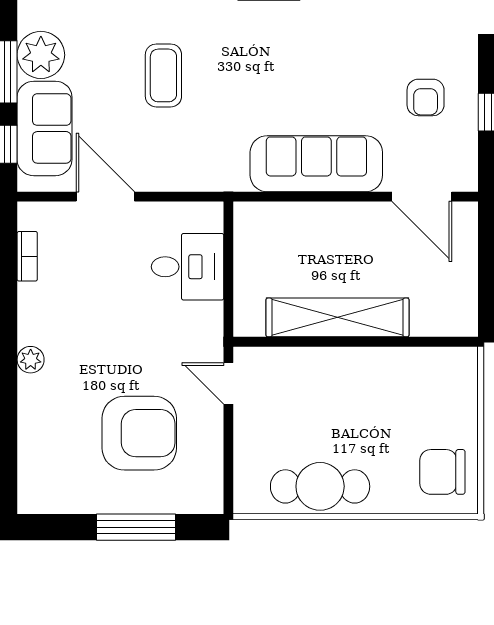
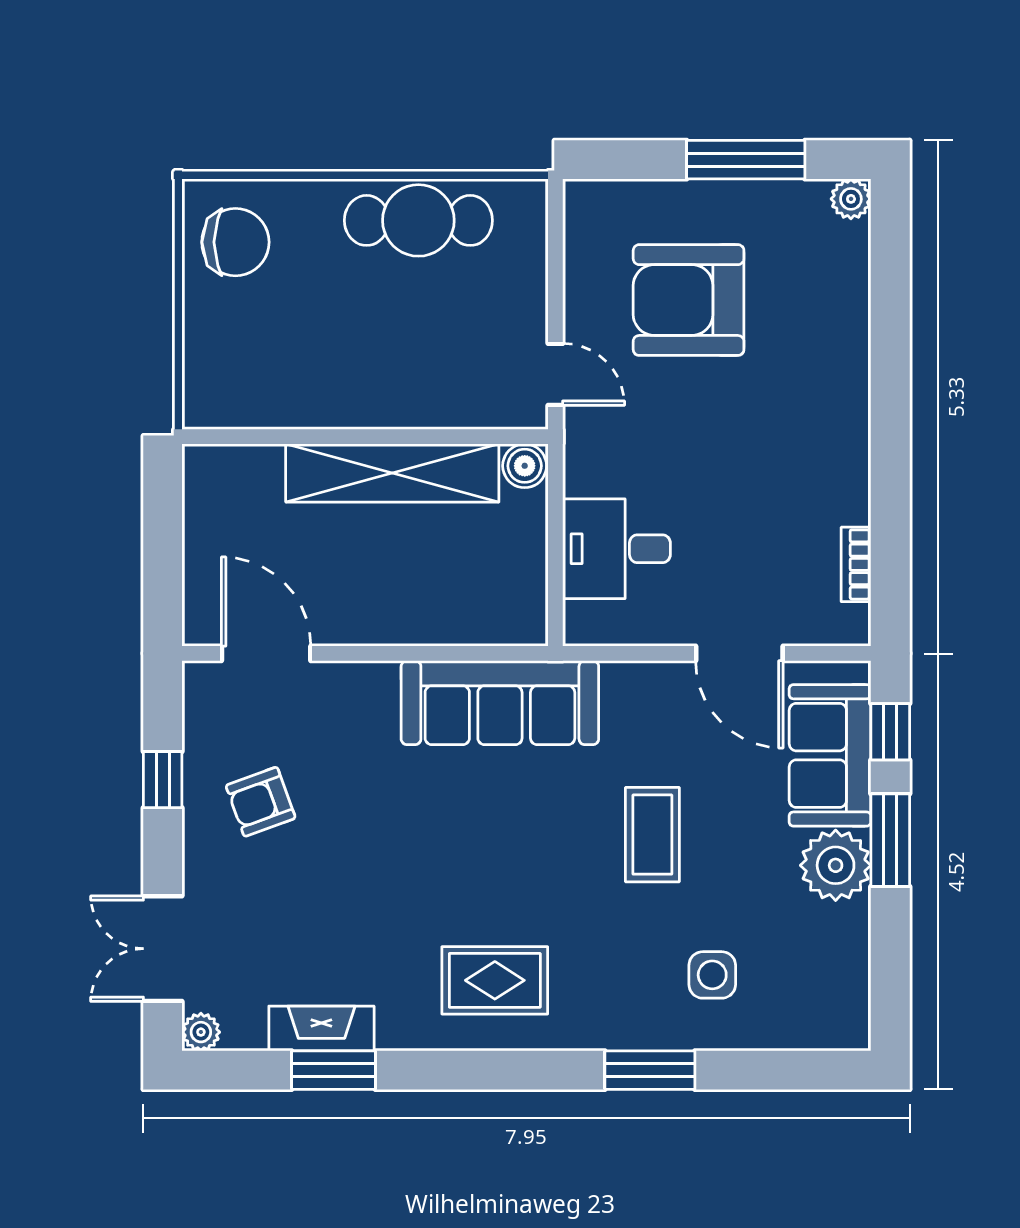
armchair: (426, 97) -> (261, 802), turned -110
sofa: (316, 164) -> (500, 703), moved
boiler: (249, 322) -> (525, 466), added
plant: (31, 360) -> (851, 199), moved
window: (136, 527) -> (746, 160), moved

